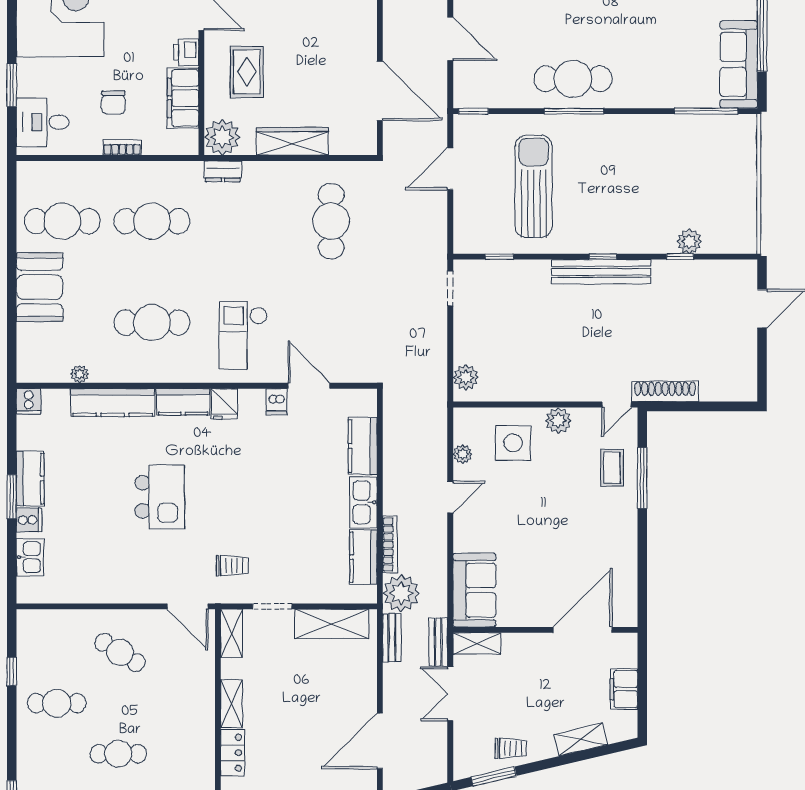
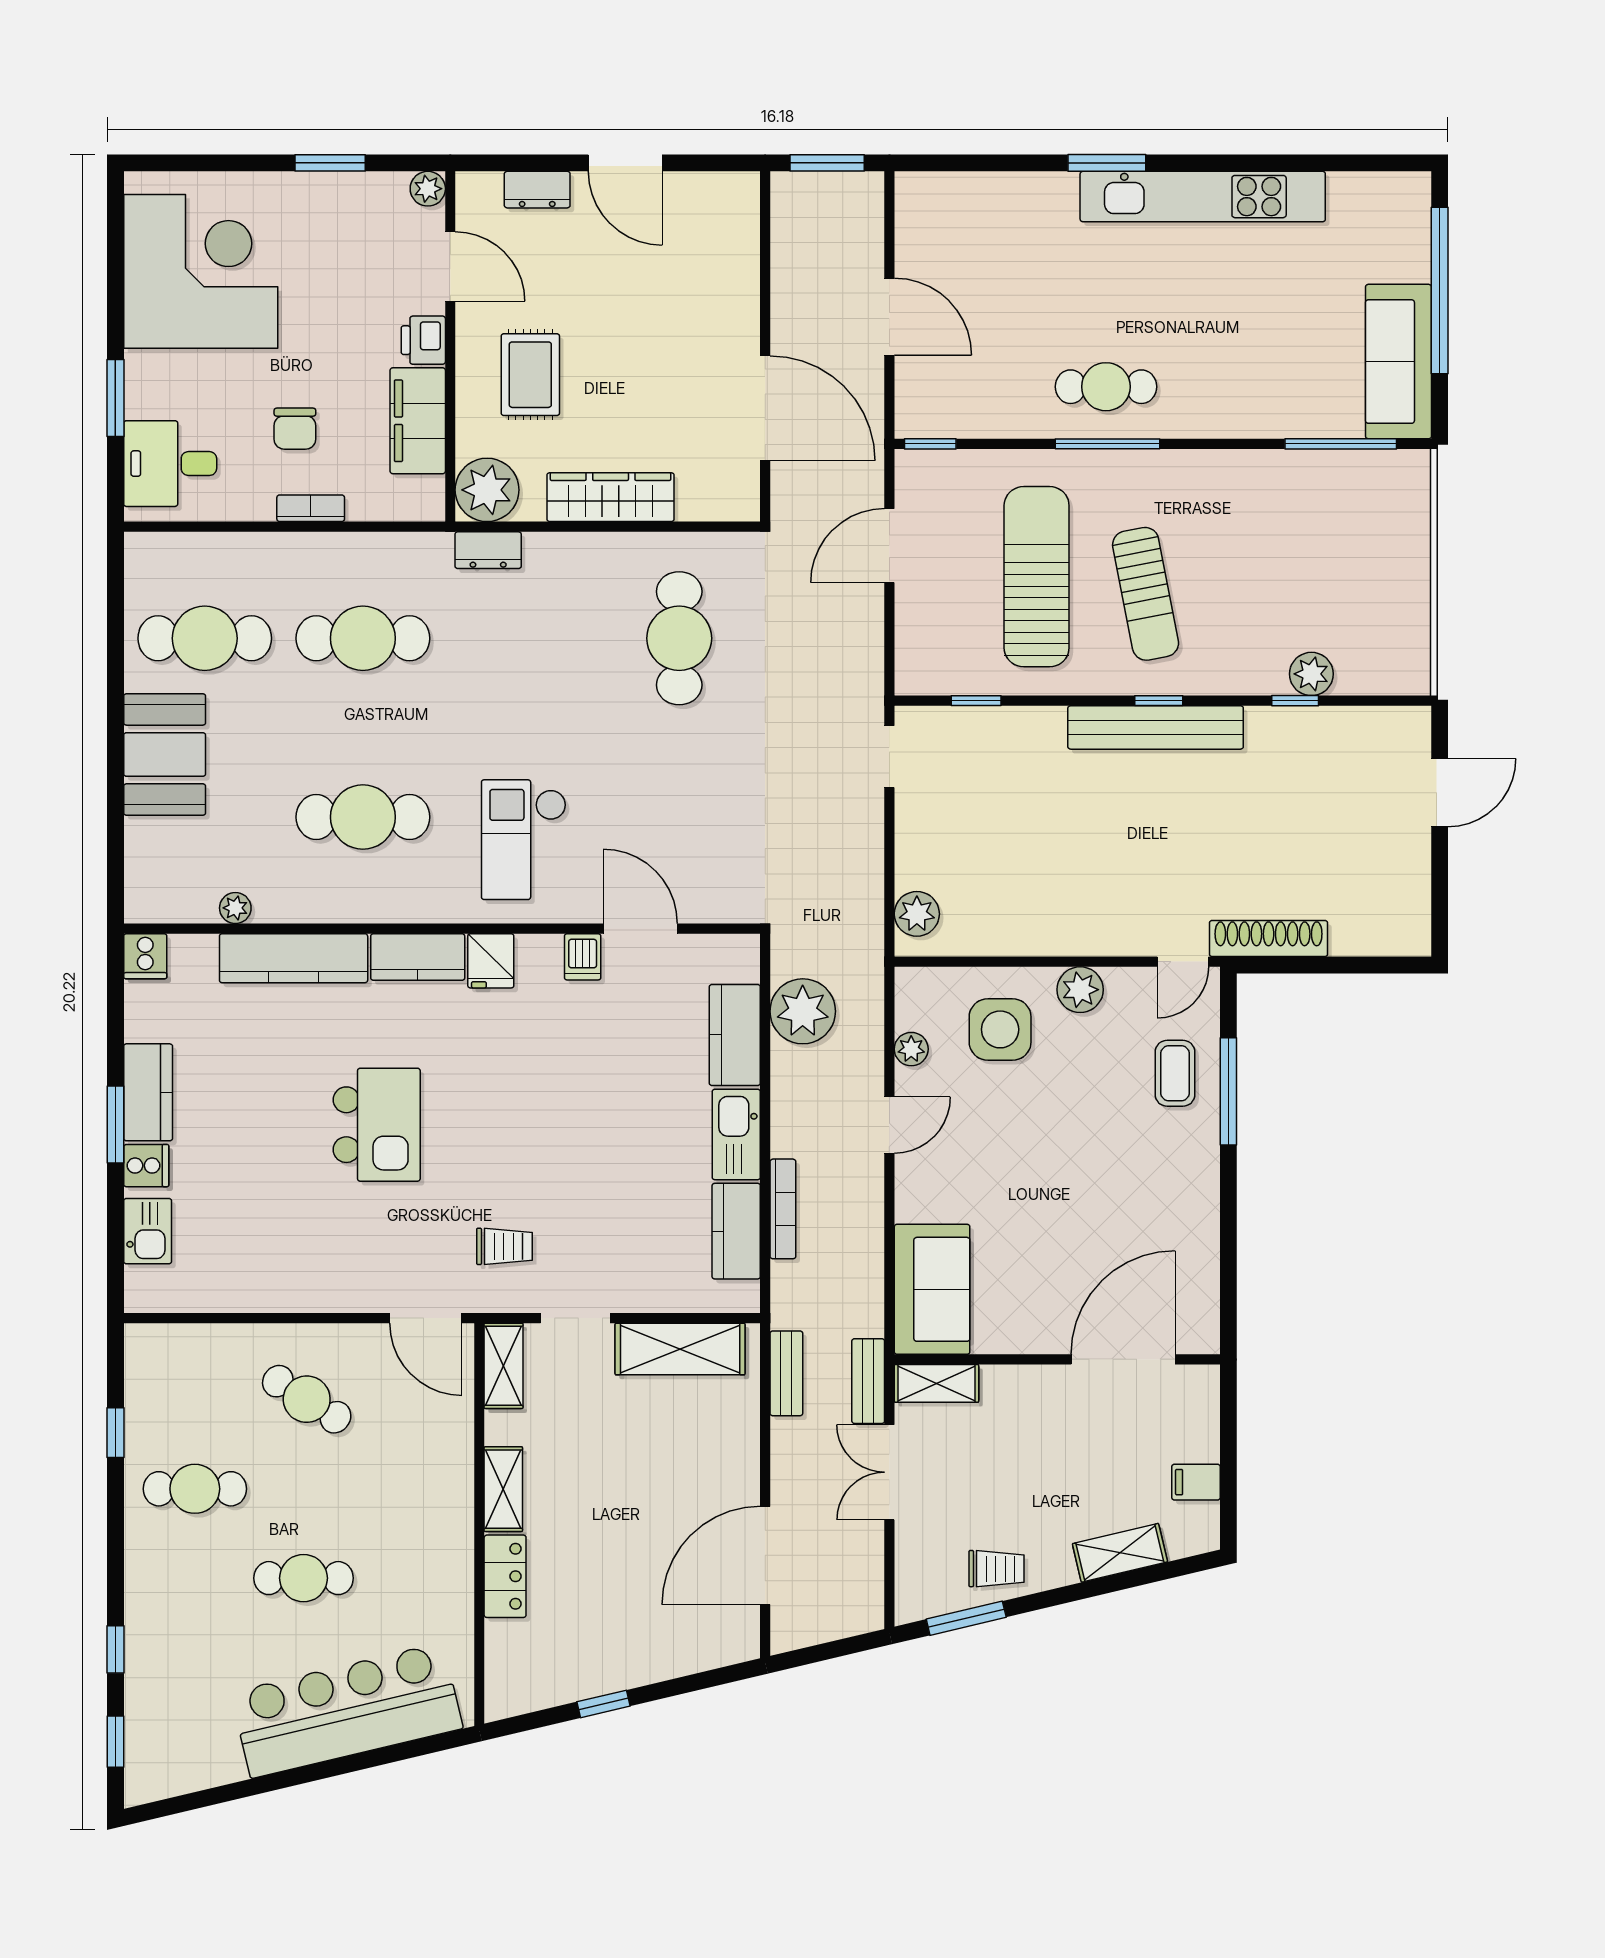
cafe table: (573, 79) -> (1106, 387), width x0.73, depth x0.74
sun lounger: (595, 196) -> (1146, 594), added
plant: (401, 593) -> (803, 1011), moved
filing cabinet: (624, 689) -> (1196, 1482), width x0.50

